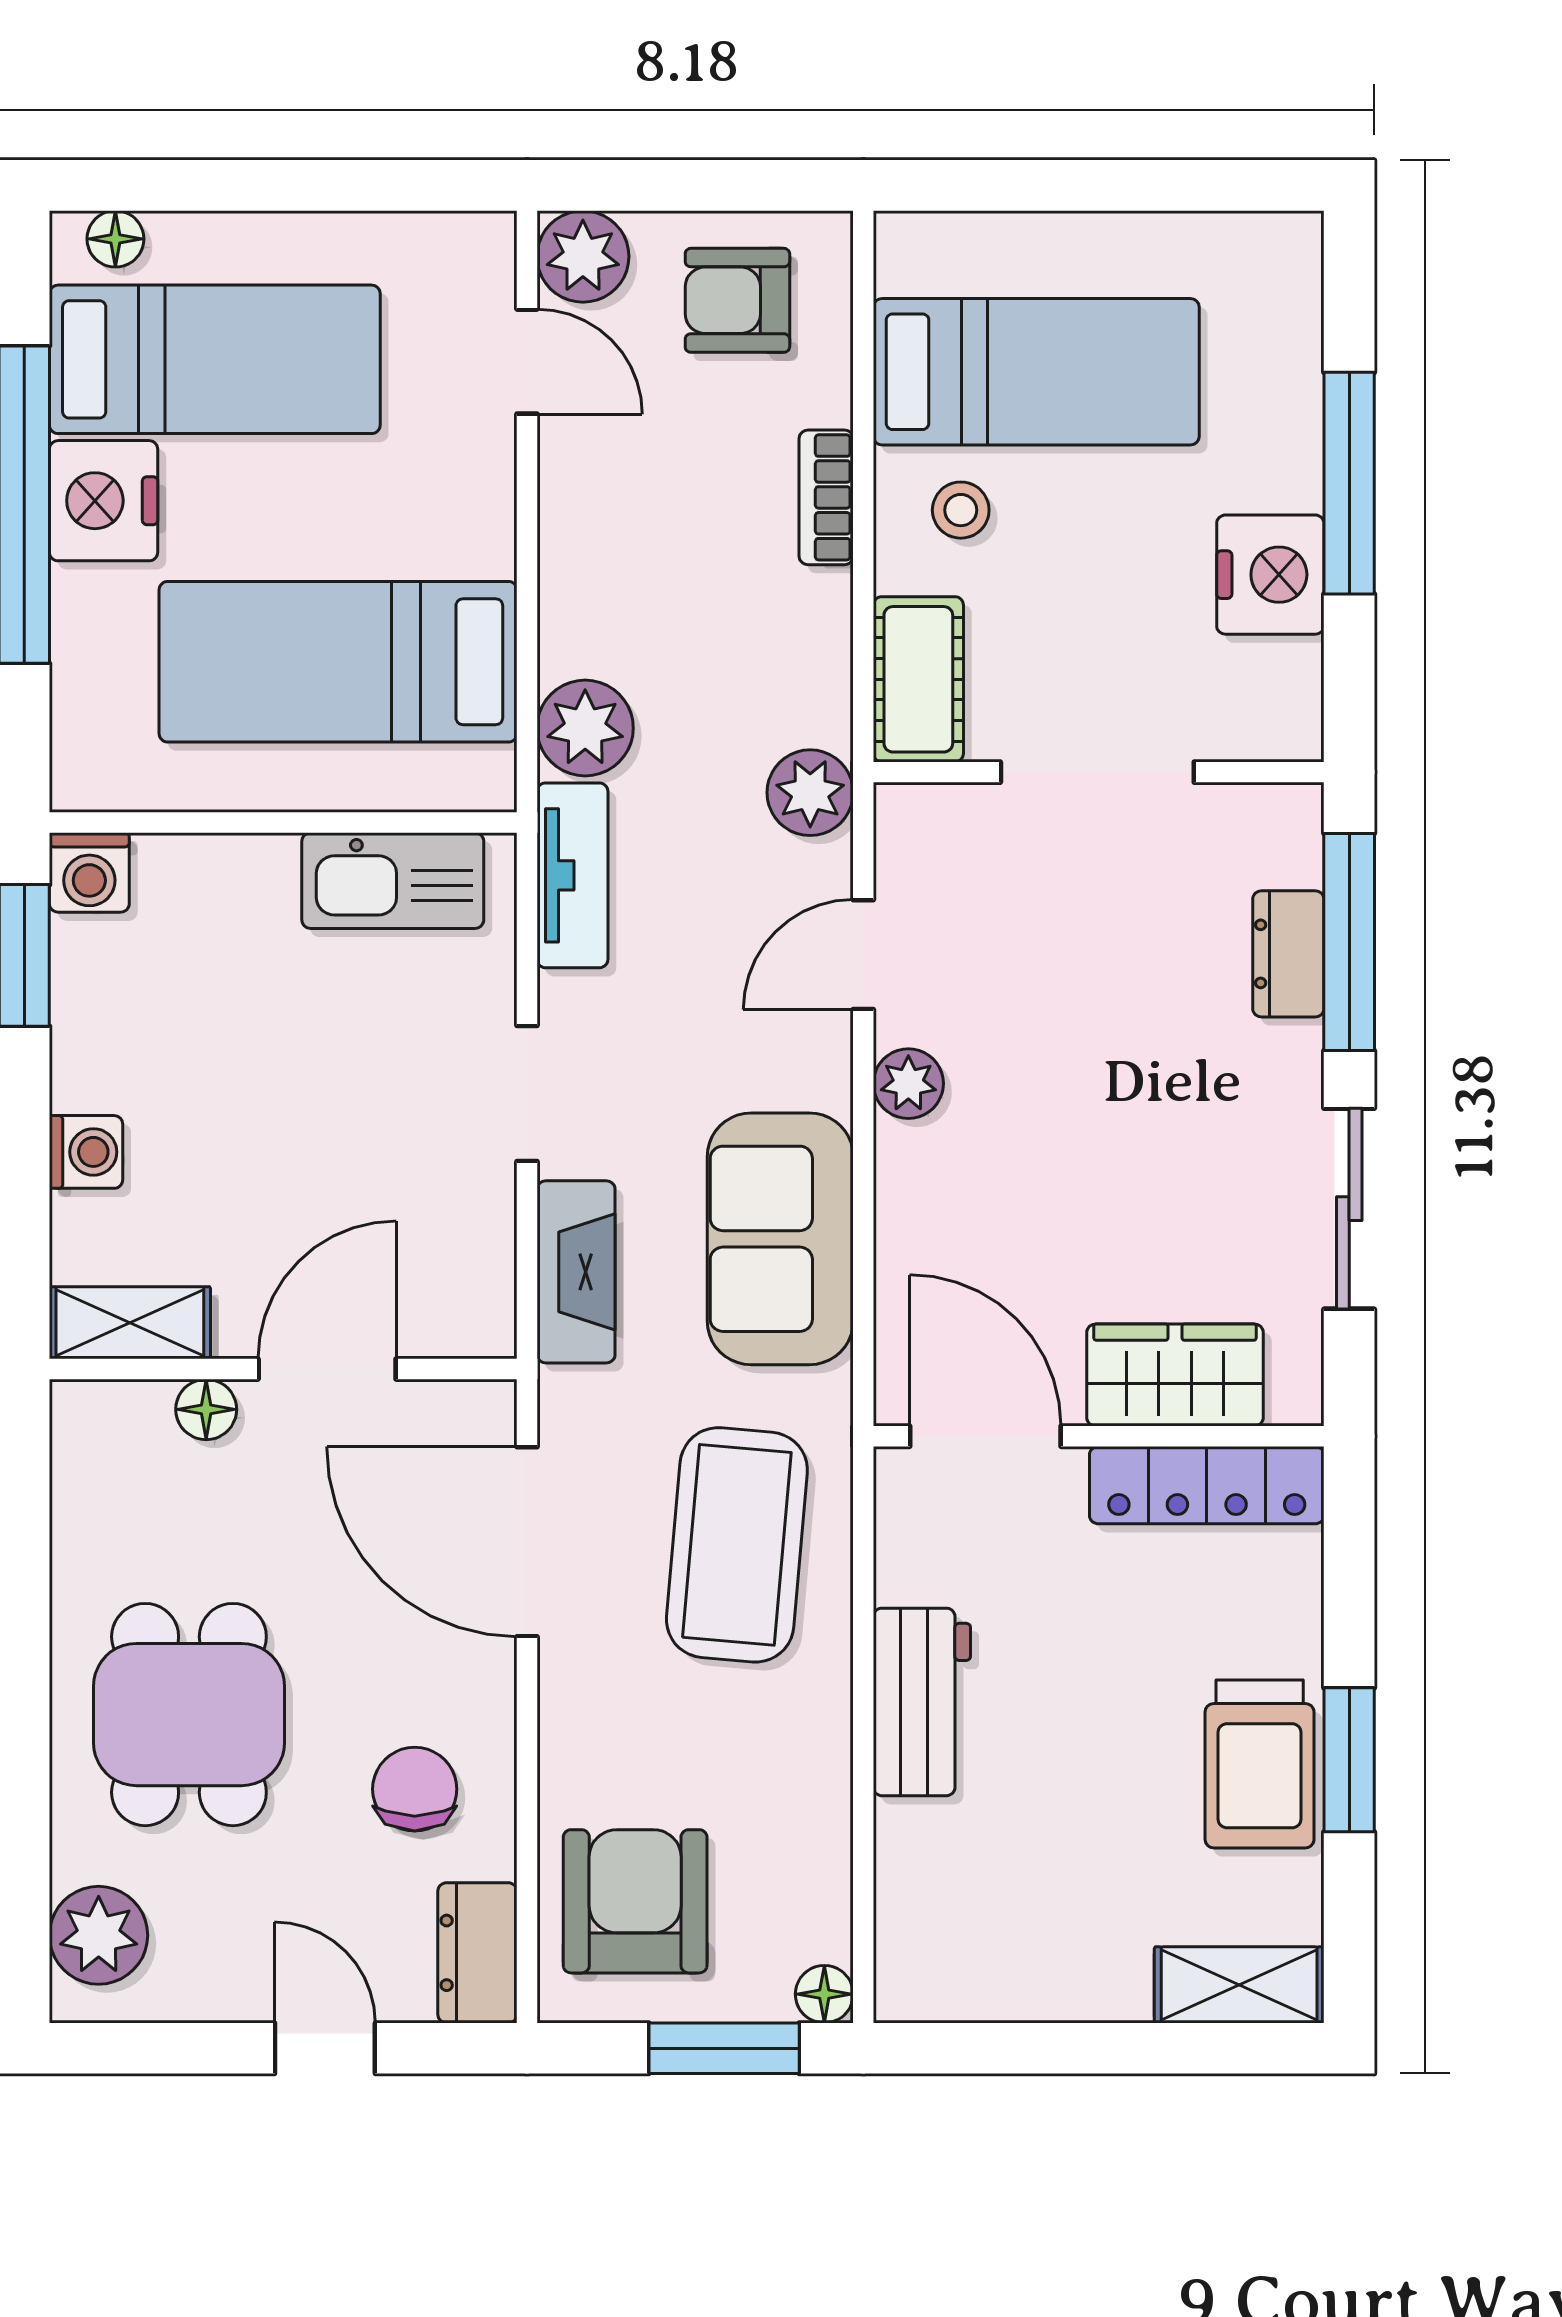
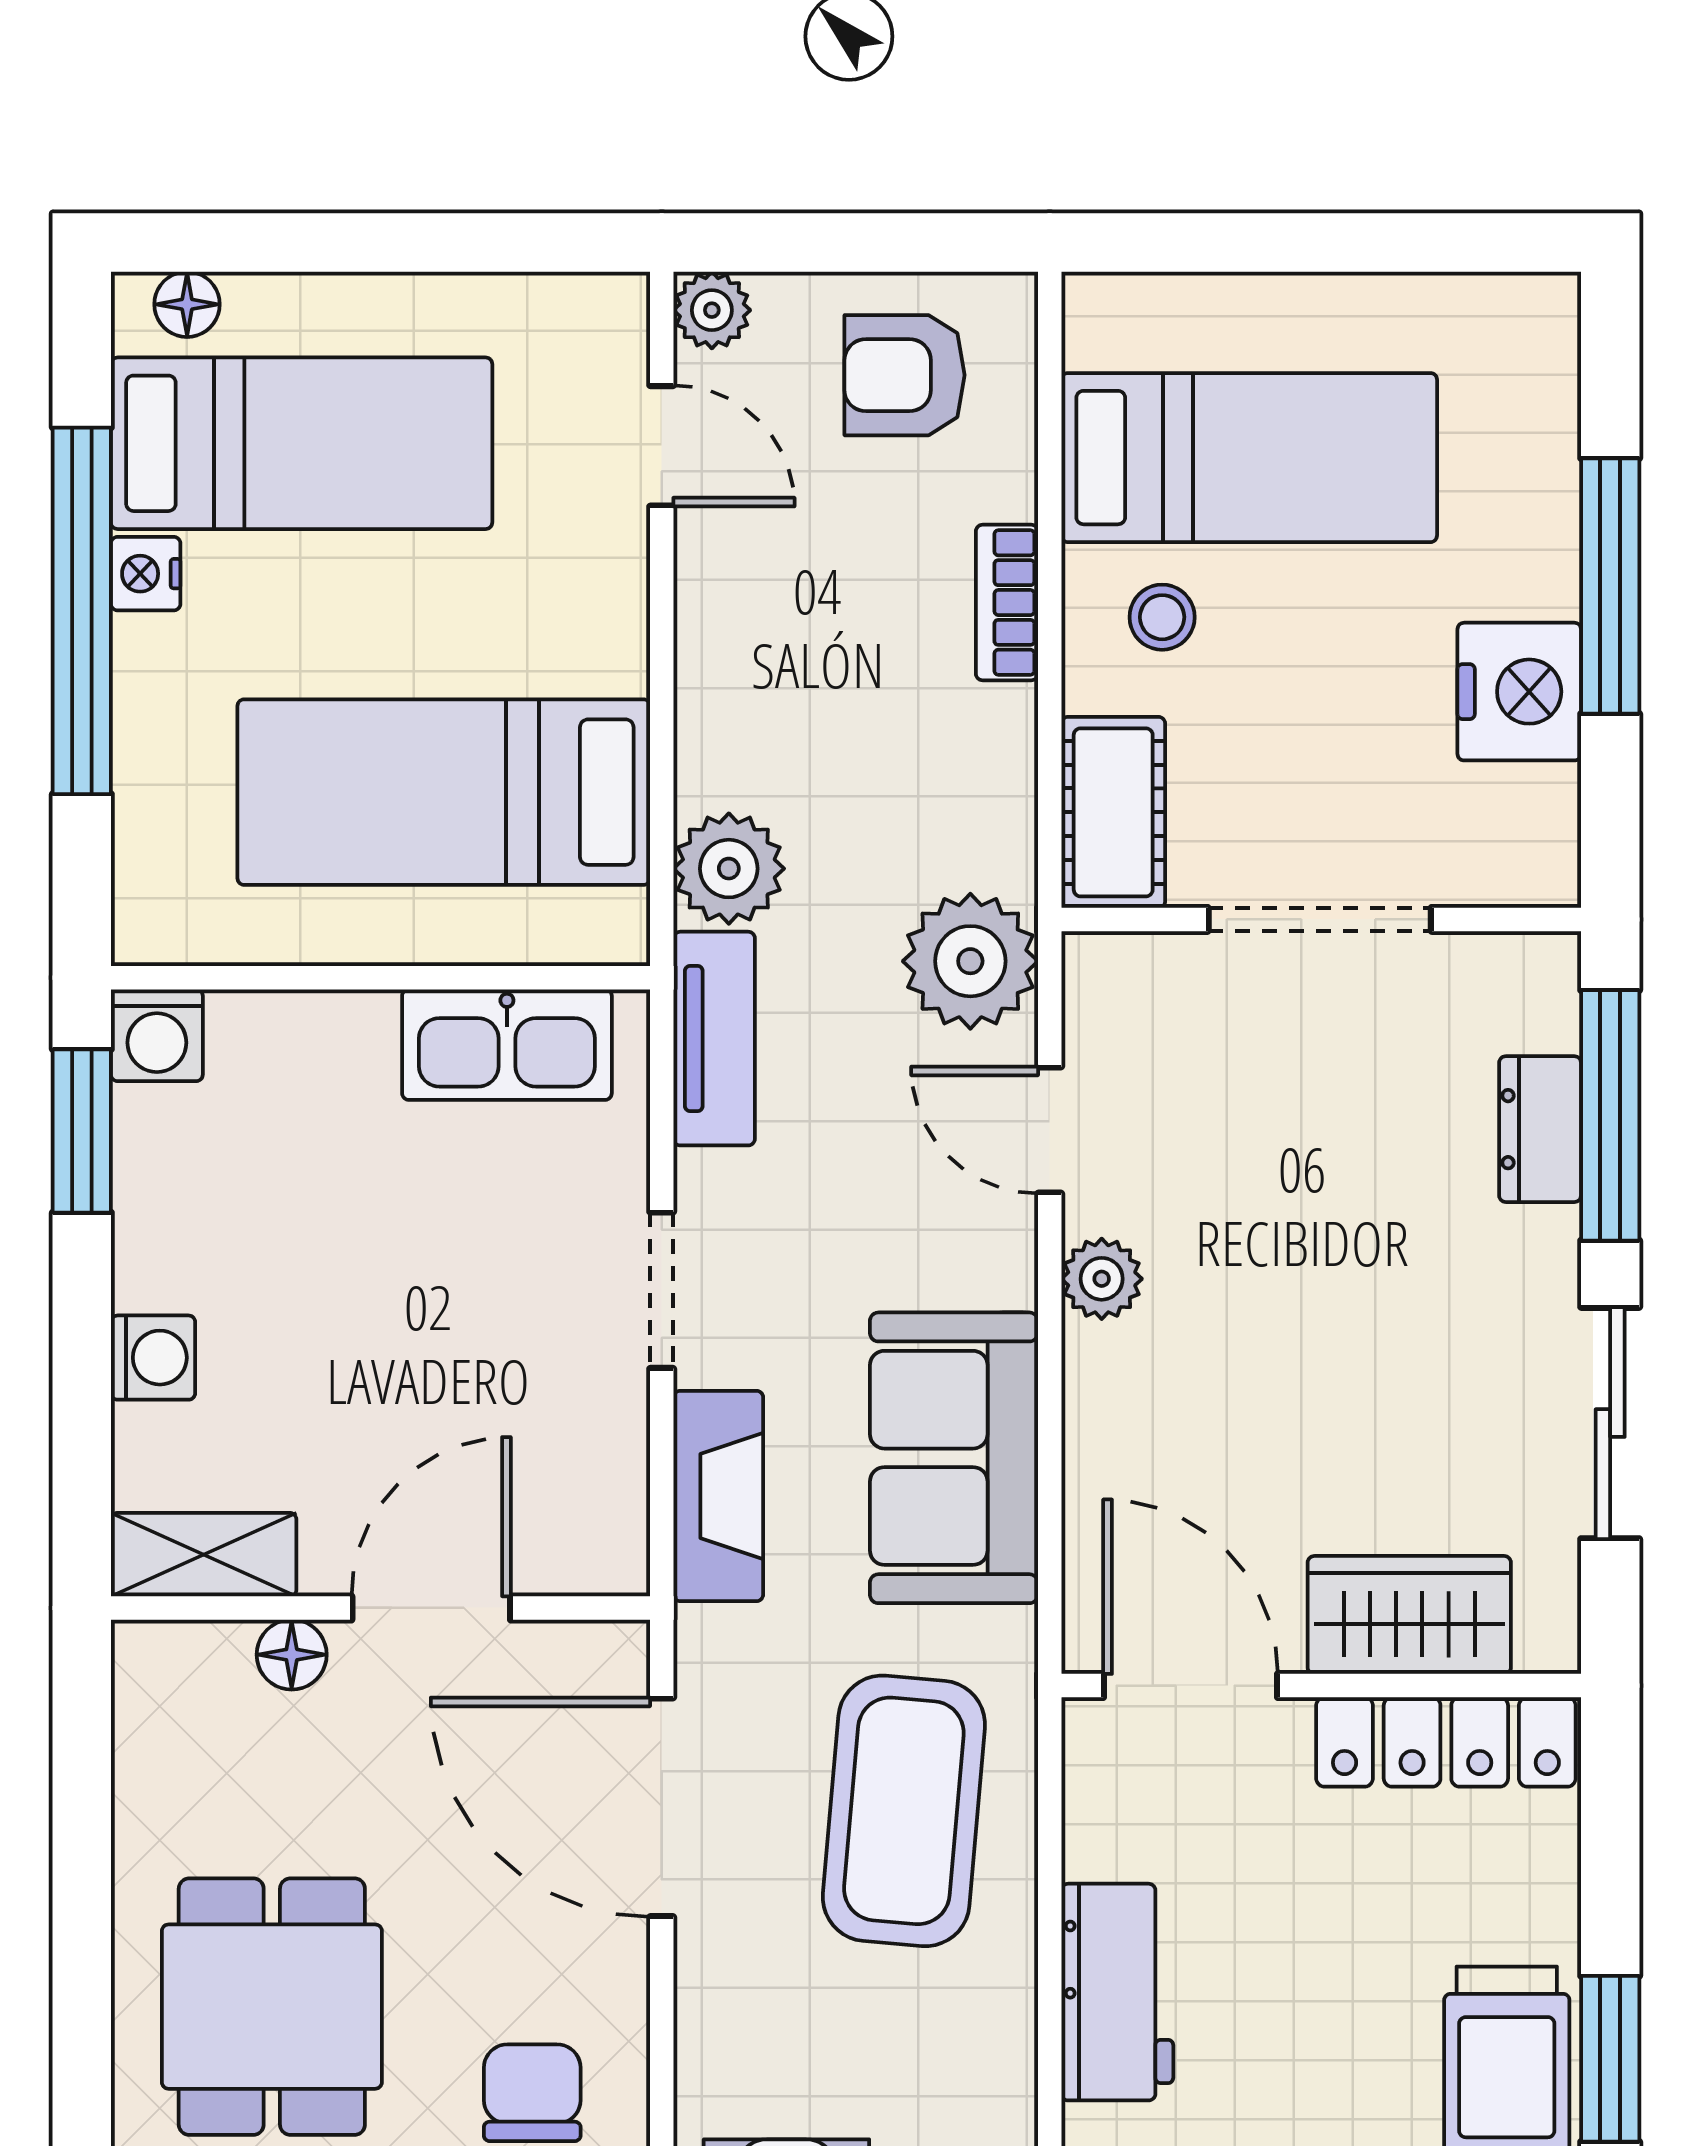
plant: (583, 256) -> (712, 310), width x0.73, depth x0.73
nightstand: (104, 501) -> (146, 574), width x0.53, depth x0.56
plant: (810, 793) -> (970, 961), width x1.36, depth x1.36
door: (863, 955) -> (1050, 1130), hinge flipped

